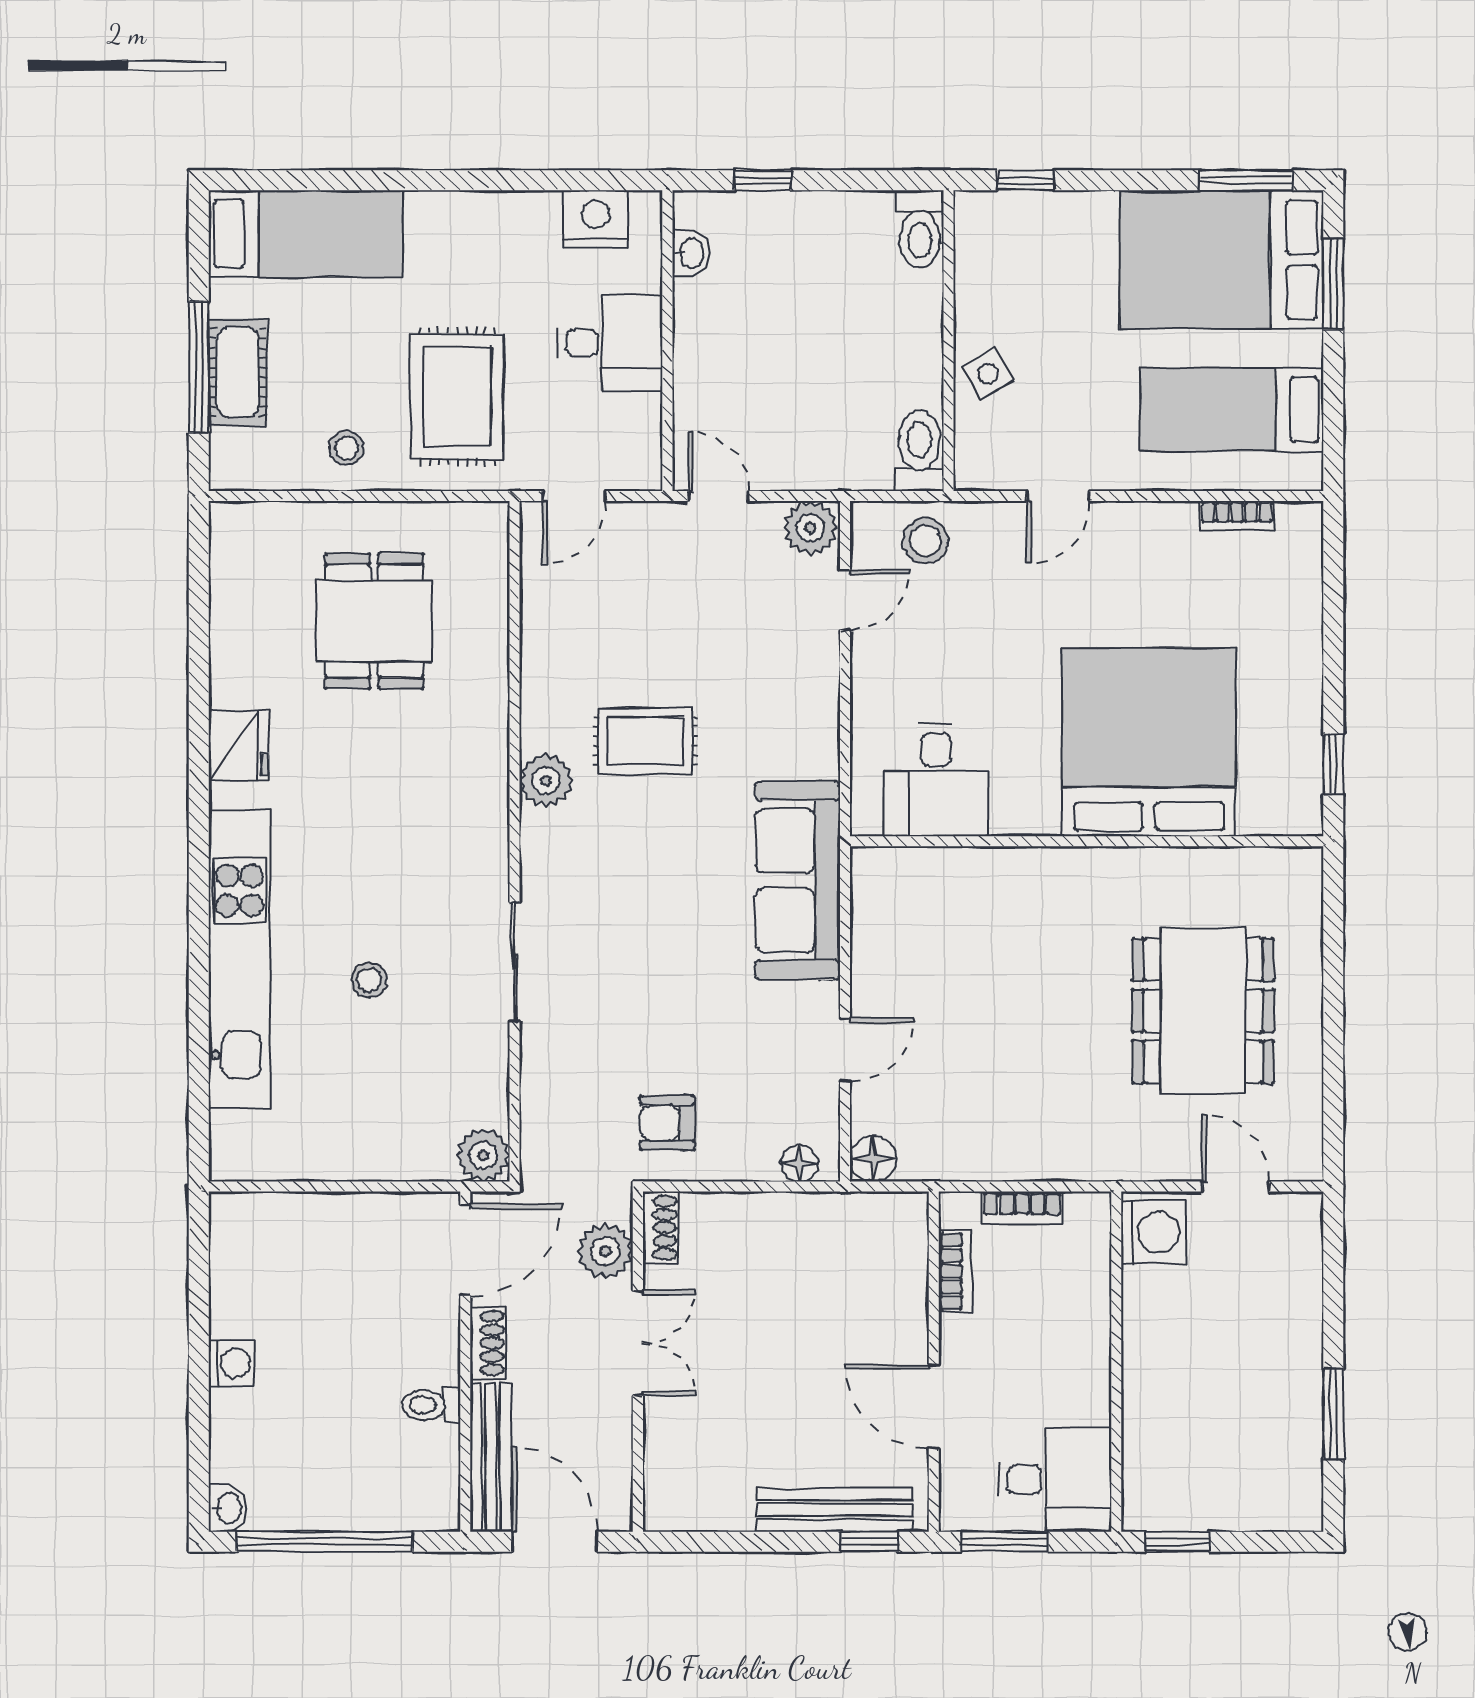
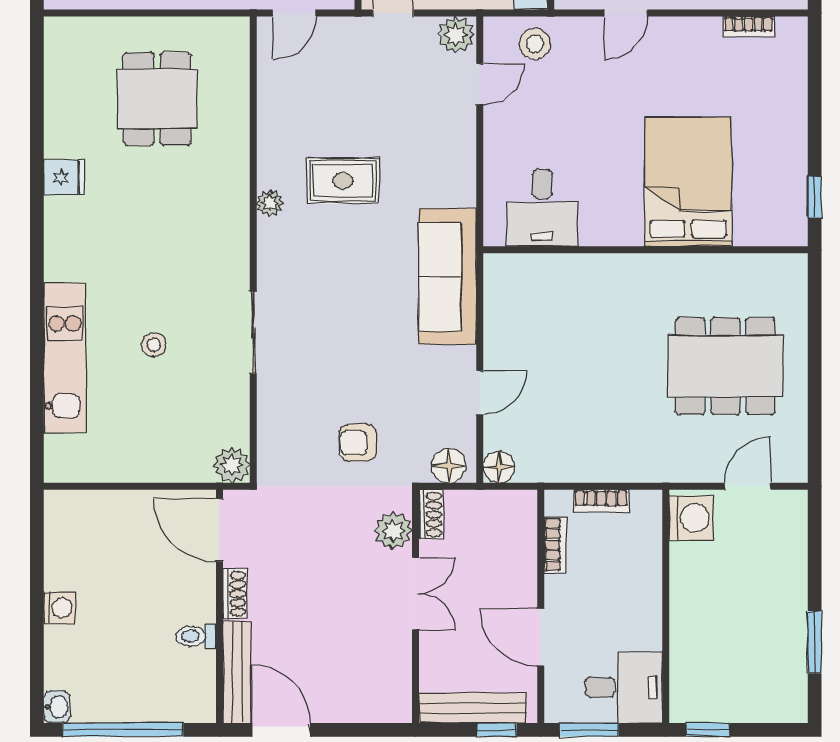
bed: (1149, 742) -> (688, 182), width x0.73
fridge: (239, 746) -> (64, 178), width x0.72
plant: (546, 781) -> (270, 203), width x0.73, depth x0.73
kitchen unit: (240, 959) -> (65, 358), width x0.73
dining table: (1203, 1011) -> (725, 366), turned 90
floor lamp: (800, 1163) -> (449, 466), width x1.37, depth x1.37
door: (1236, 1187) -> (748, 486), hinge flipped
shoe rack: (660, 1228) -> (431, 515), moved
door: (465, 1250) -> (219, 530), swing flipped
plant: (605, 1251) -> (393, 531), moved
double door: (638, 1343) -> (416, 594), moved
wall: (638, 1362) -> (416, 606), moved

